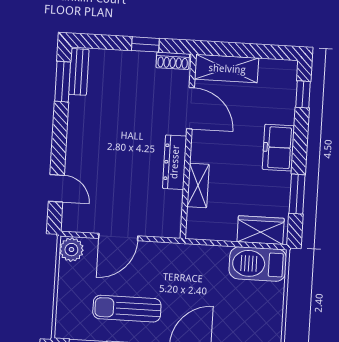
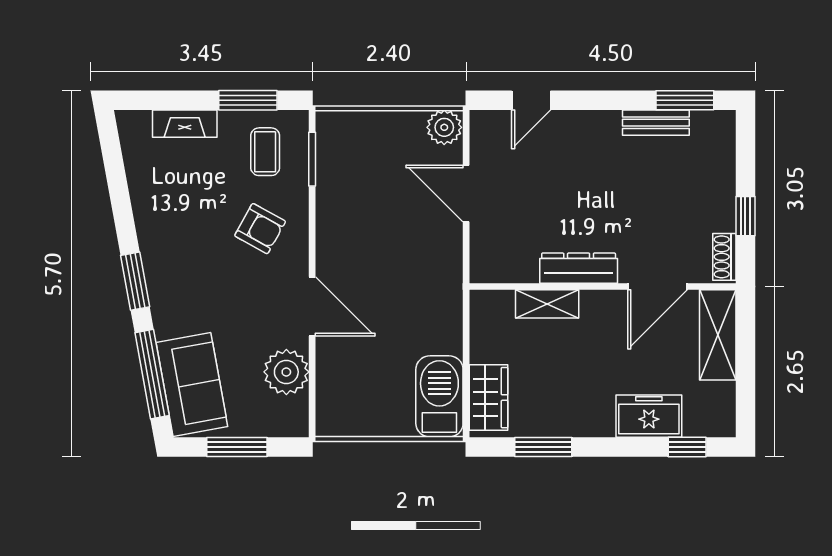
bench: (79, 72) -> (656, 123), moved
freezer: (278, 148) -> (649, 416), moved
sun lounger: (127, 309) -> (364, 212), removed

